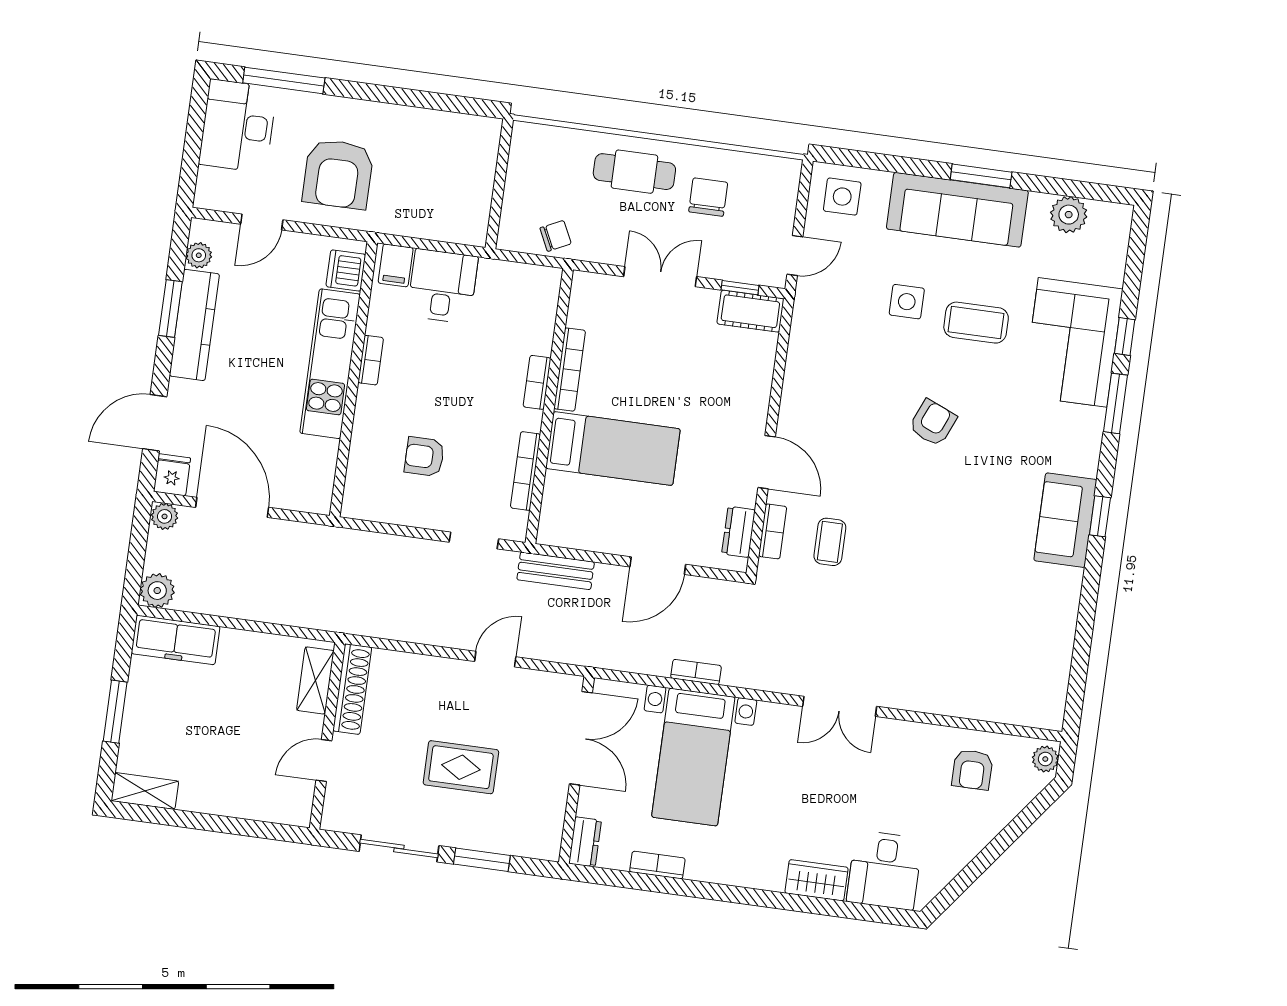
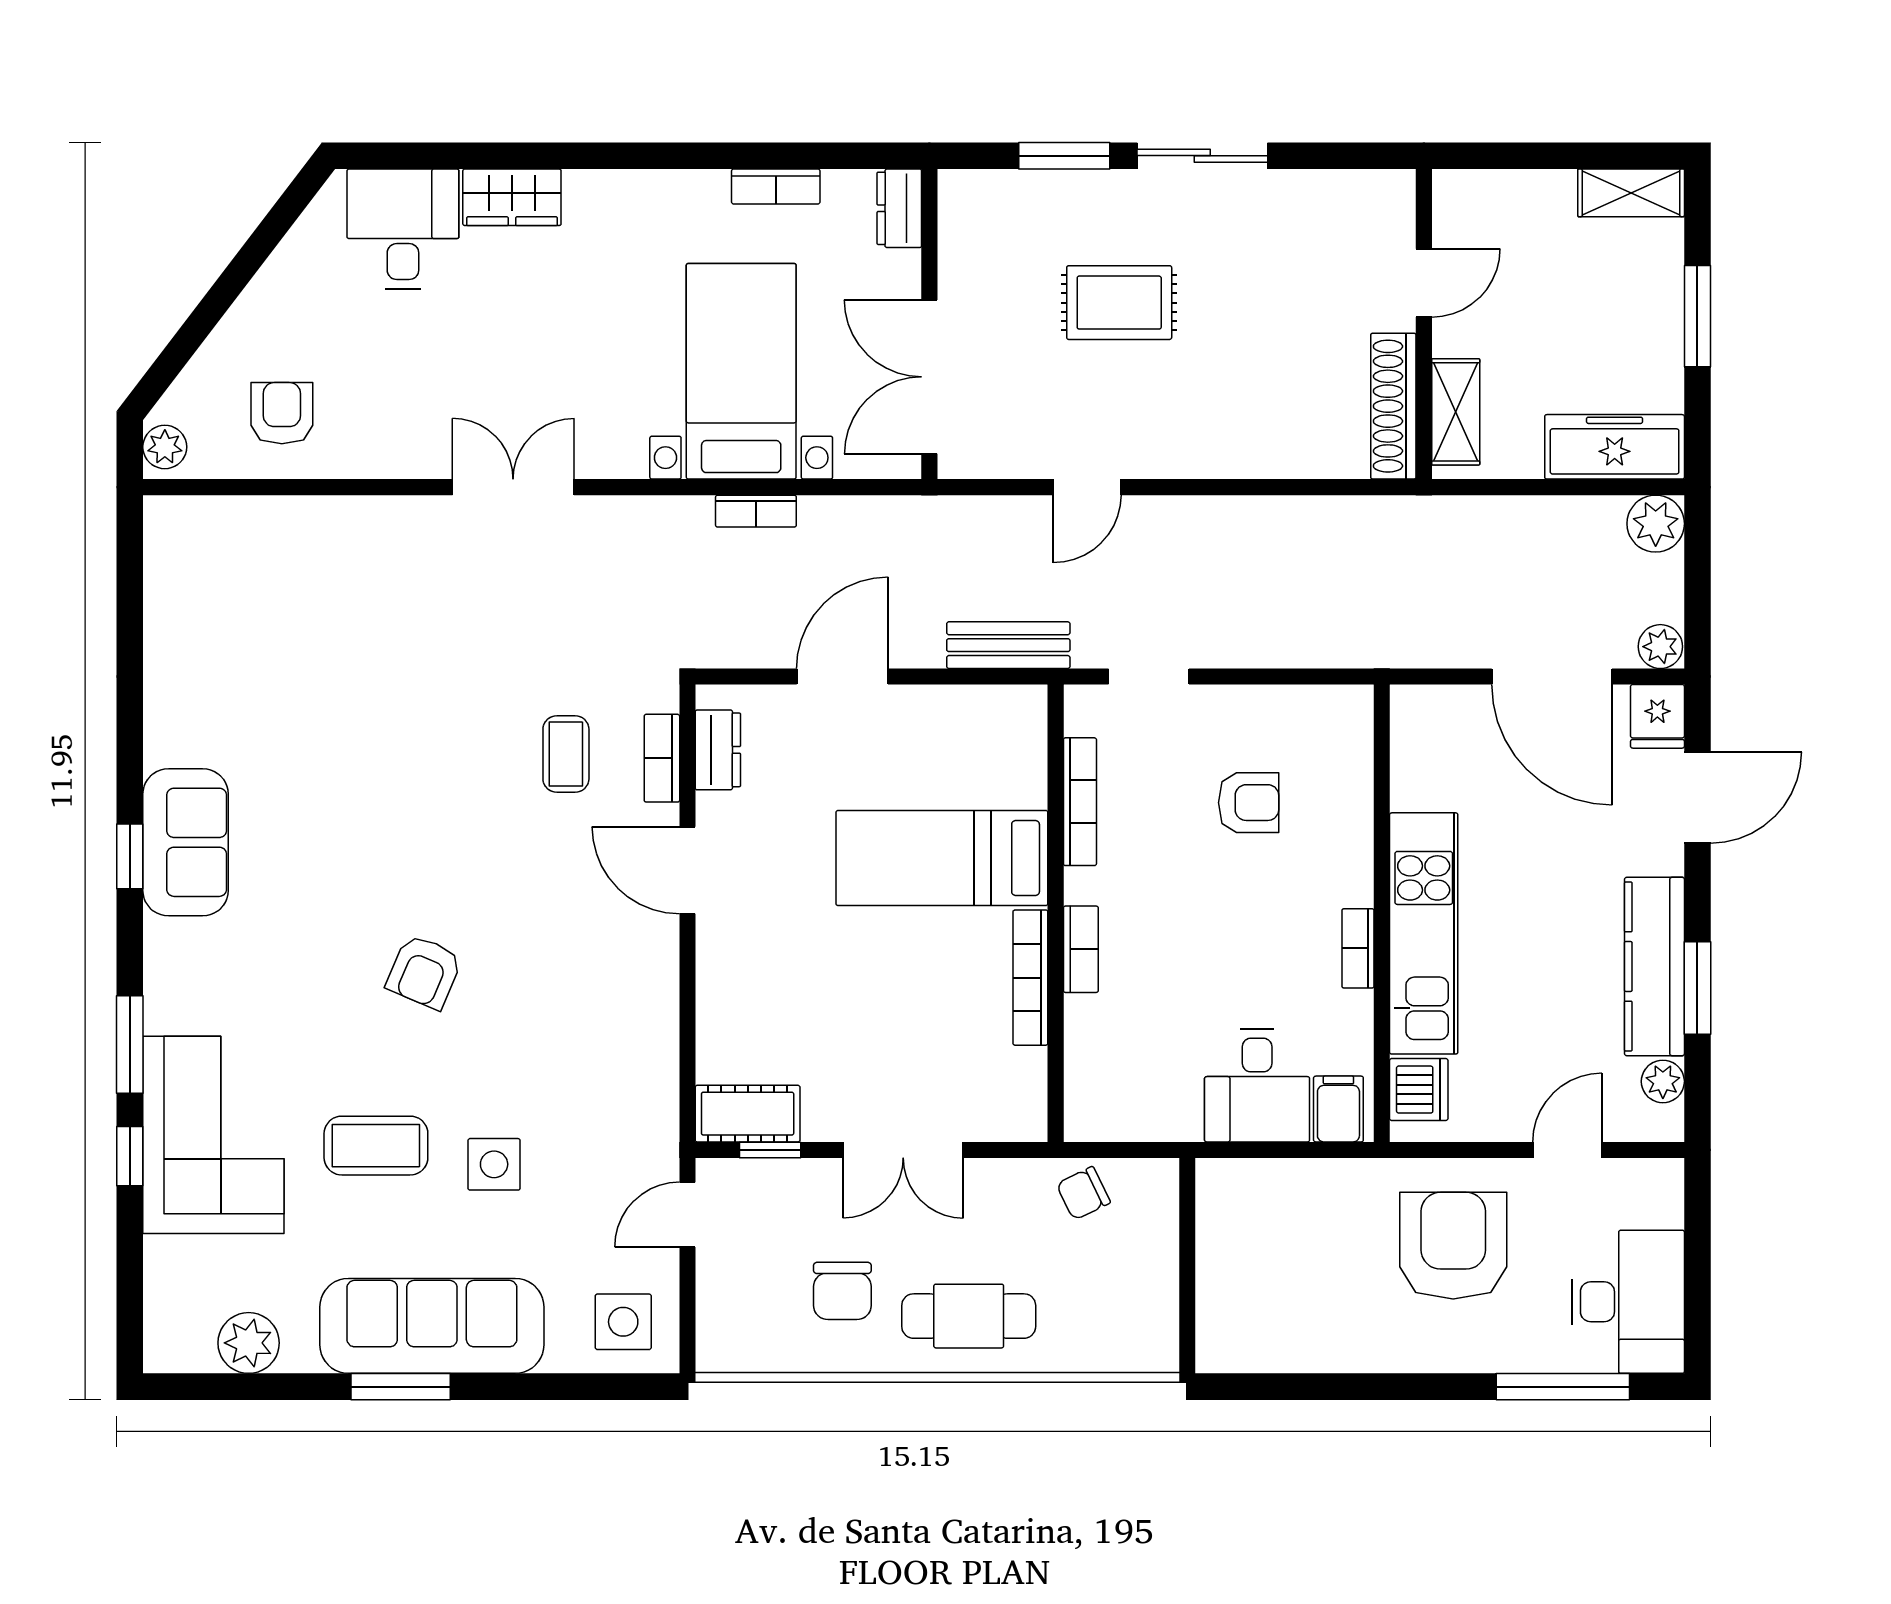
shelving: (315, 680) -> (1456, 412), moved
shoe rack: (352, 689) -> (1393, 406), moved
wall: (327, 736) -> (1424, 324), moved
door: (324, 760) -> (1424, 283), moved

